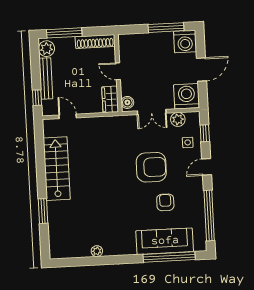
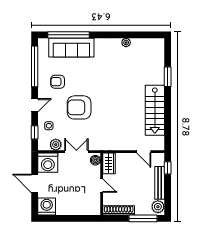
window: (166, 28) -> (61, 218), removed
door: (201, 70) -> (35, 183), hinge flipped
armchair: (165, 202) -> (58, 82), moved, turned 90

